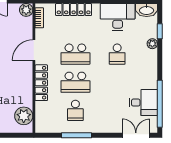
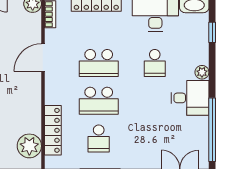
plant: (152, 44) -> (202, 72), moved
locker: (41, 83) -> (53, 130), moved
desk: (143, 103) -> (190, 98), moved

